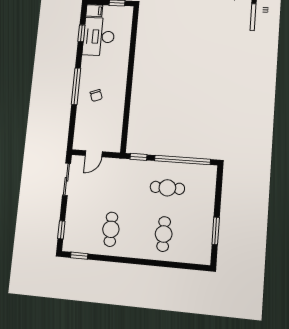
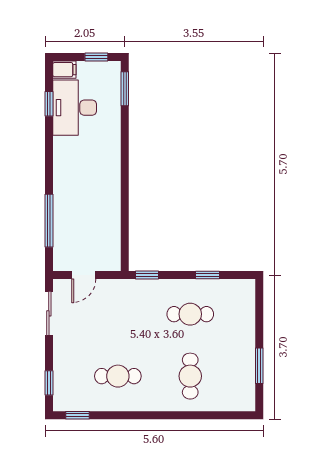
window: (135, 25) -> (125, 89), added
window: (76, 86) -> (49, 221), moved
chair: (96, 95) -> (79, 193), removed
window: (182, 160) -> (208, 275), width x0.32
cafe table: (111, 229) -> (118, 376), turned 90

